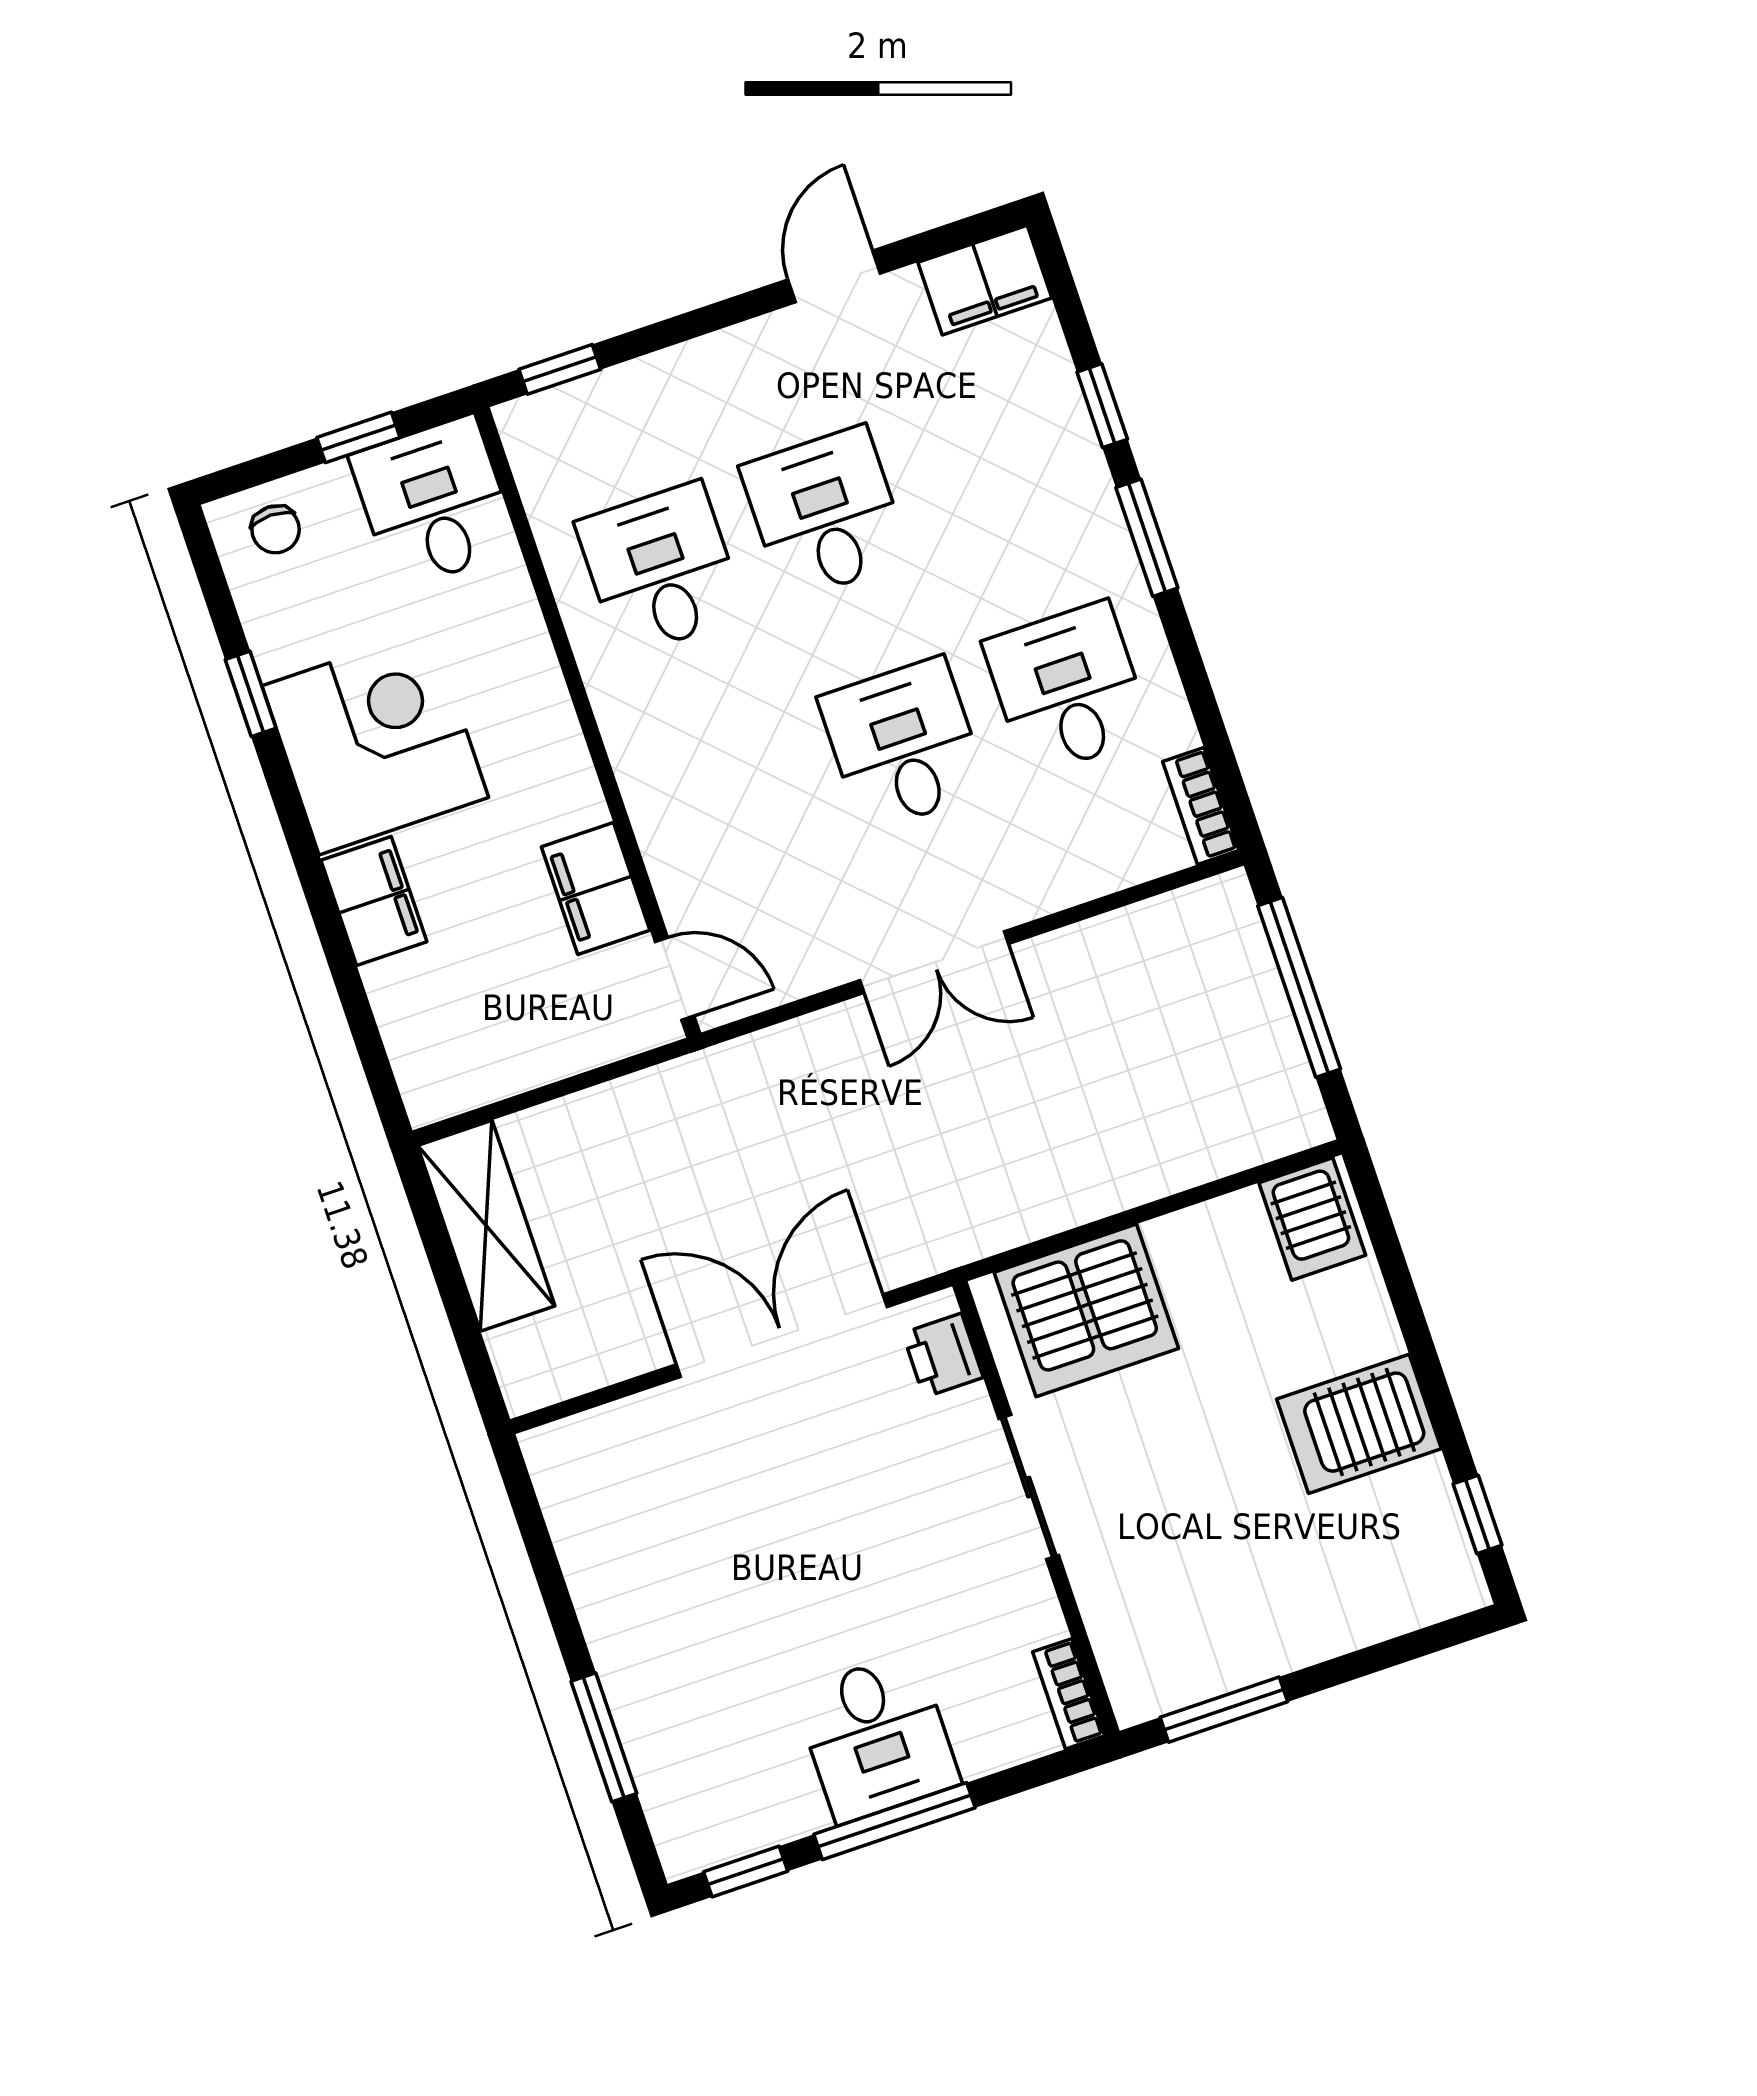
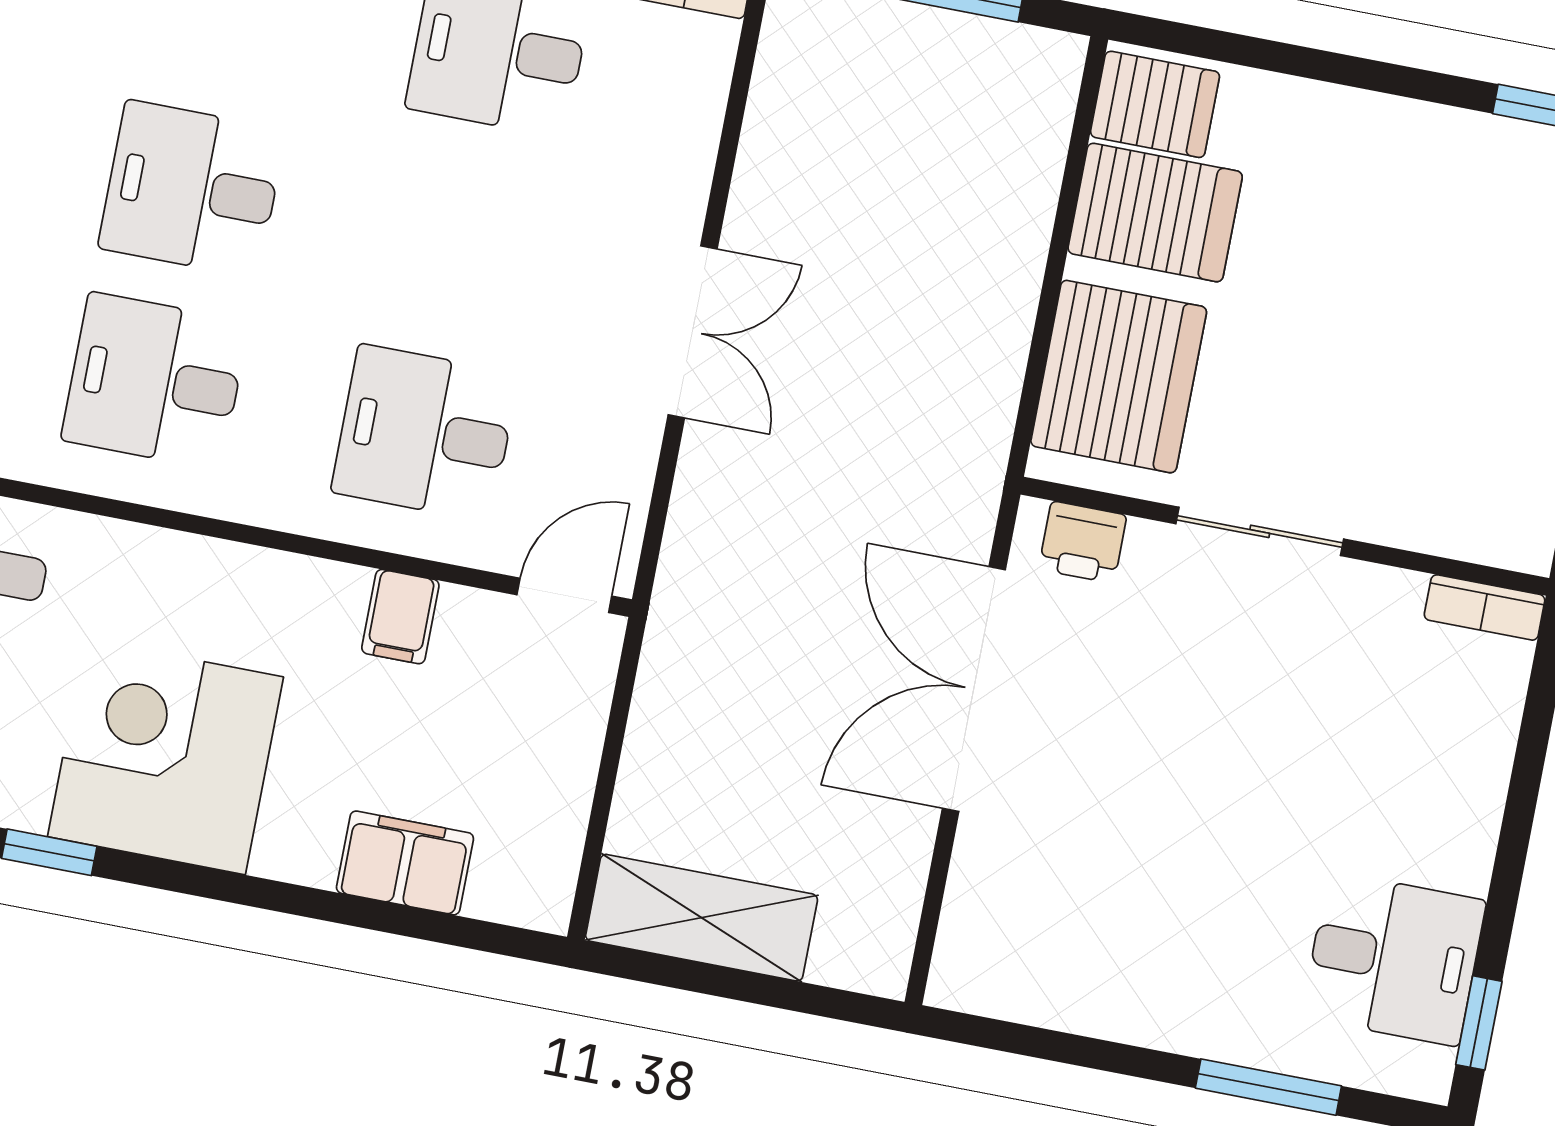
desk: (903, 744) -> (425, 433), moved
filing cabinet: (596, 888) -> (400, 617), width x0.50
filing cabinet: (374, 901) -> (405, 863), moved
server rack: (1359, 1424) -> (1155, 212), moved, turned -90
desk: (877, 1737) -> (1394, 959), moved
window: (894, 1821) -> (1512, 849), removed

